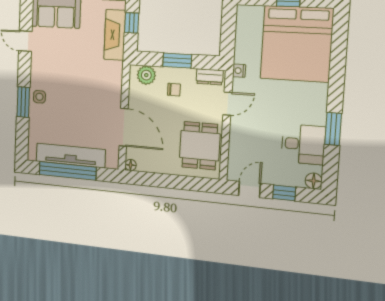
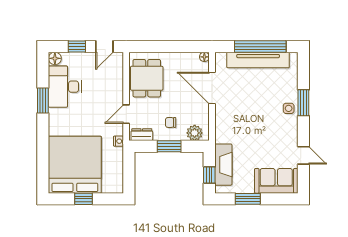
desk: (303, 144) -> (65, 87), width x1.37

